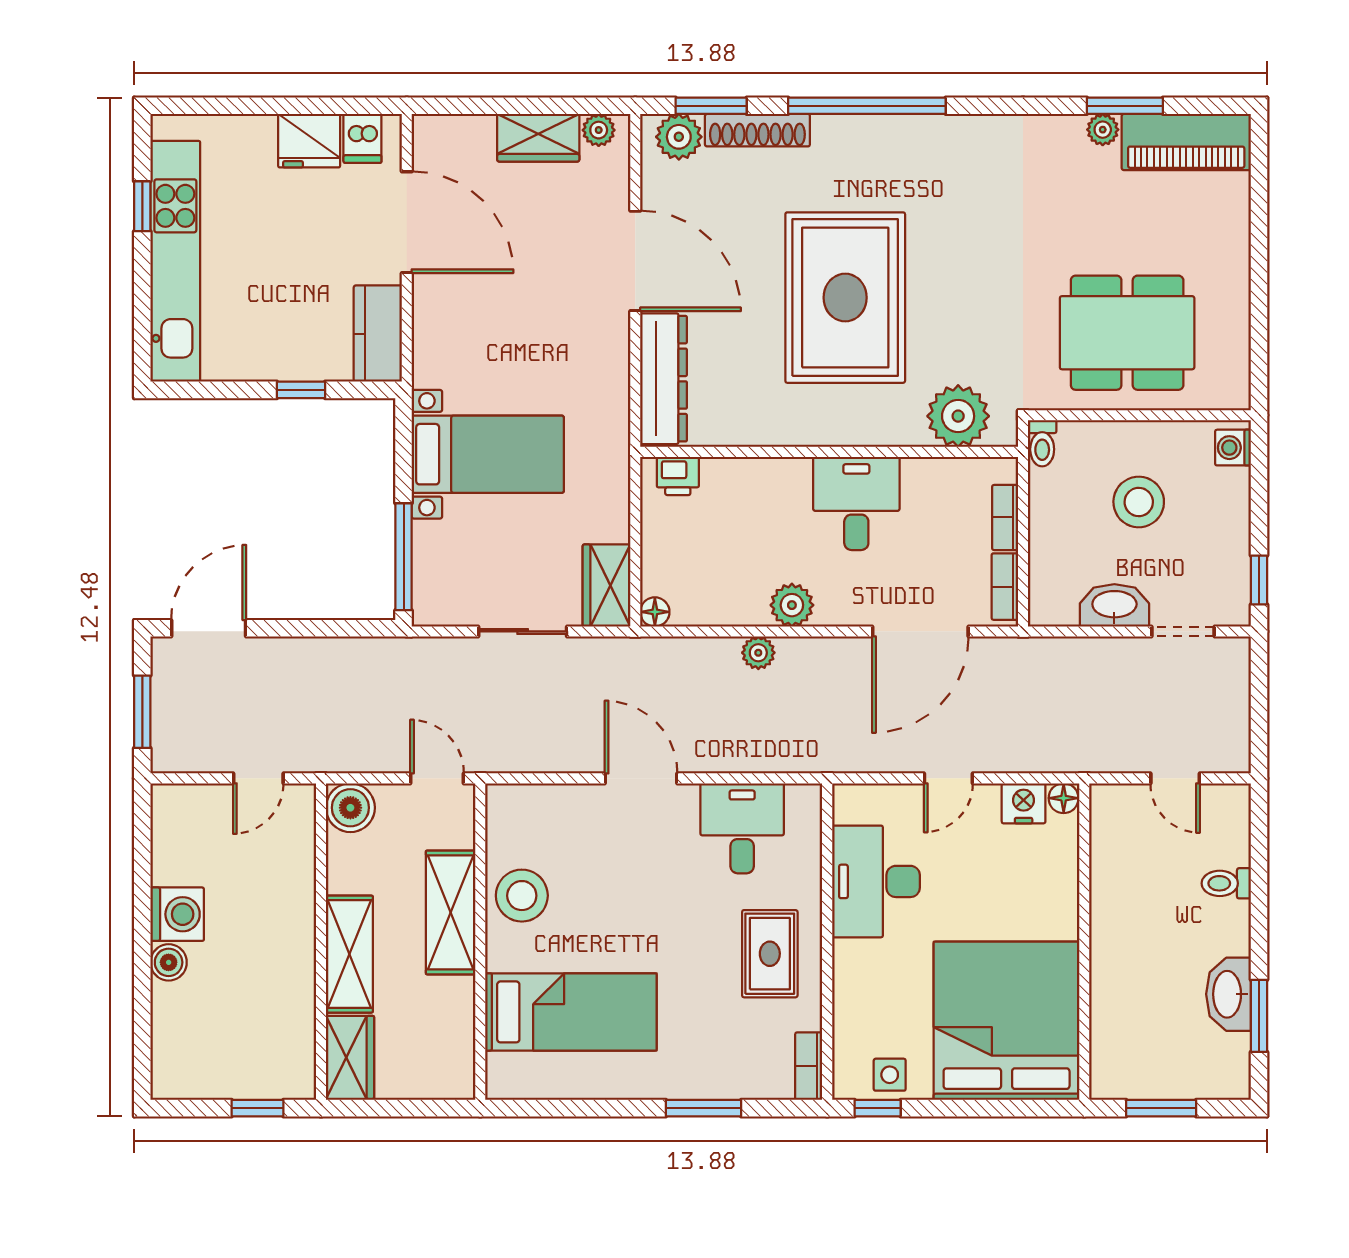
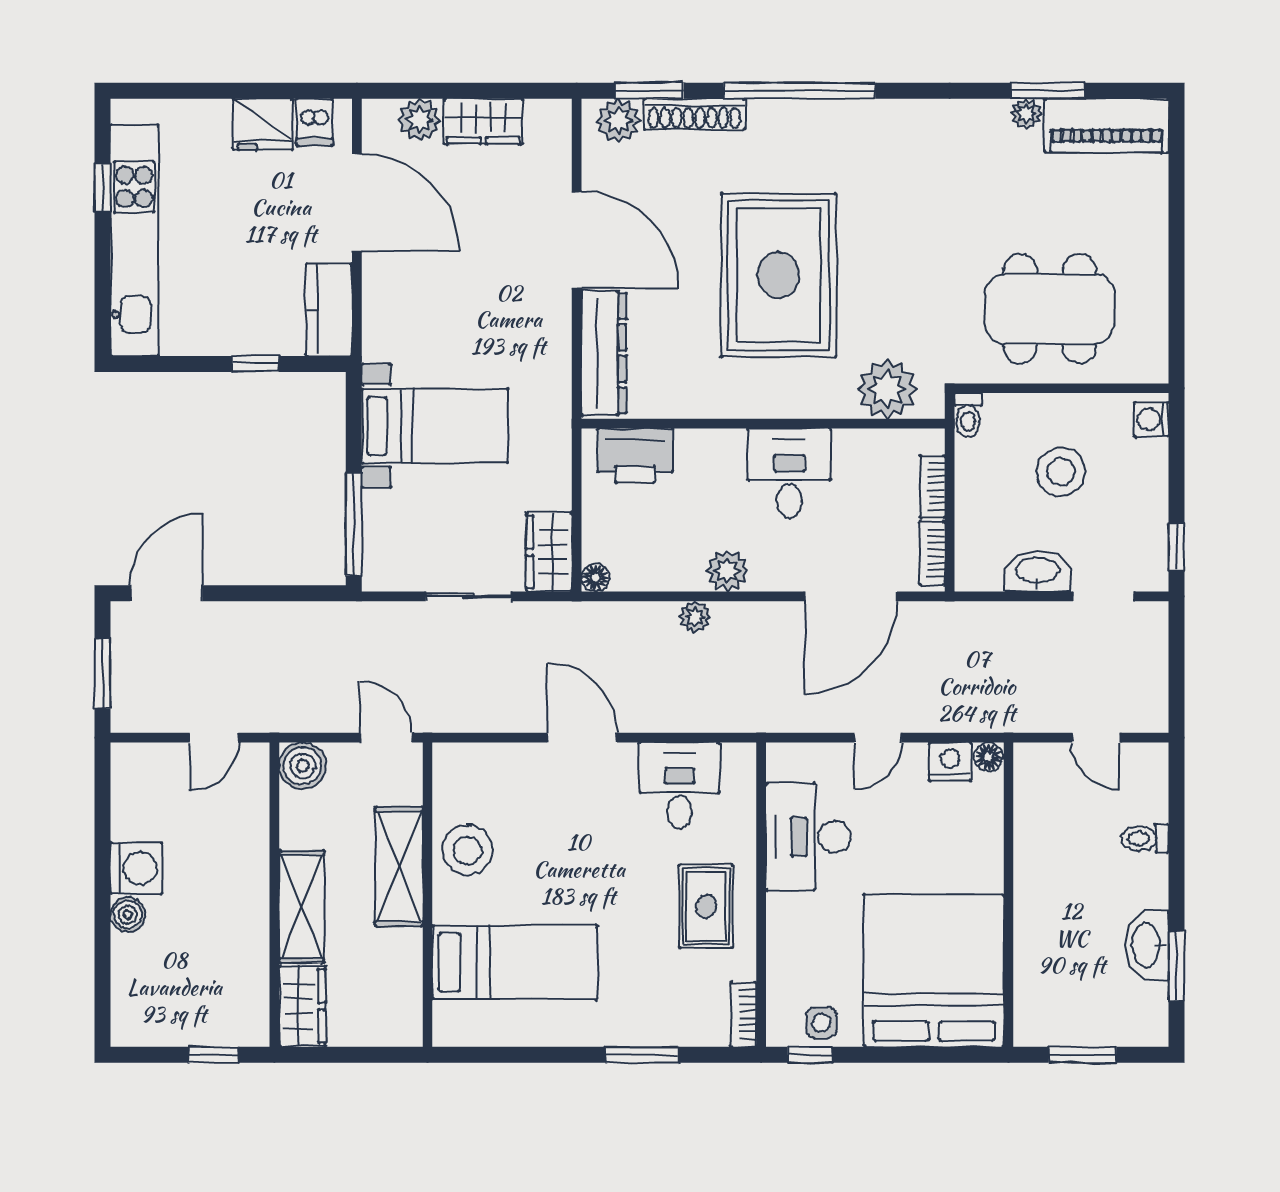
plant: (599, 130) -> (419, 120), moved, width x1.38, depth x1.38
printer: (678, 476) -> (635, 456), width x1.87, depth x1.48

